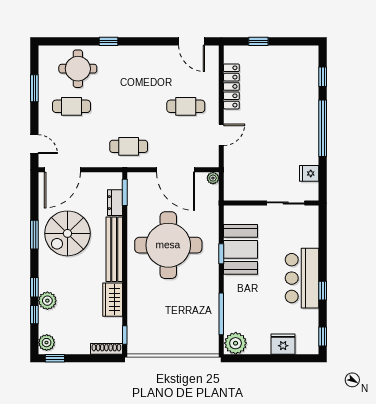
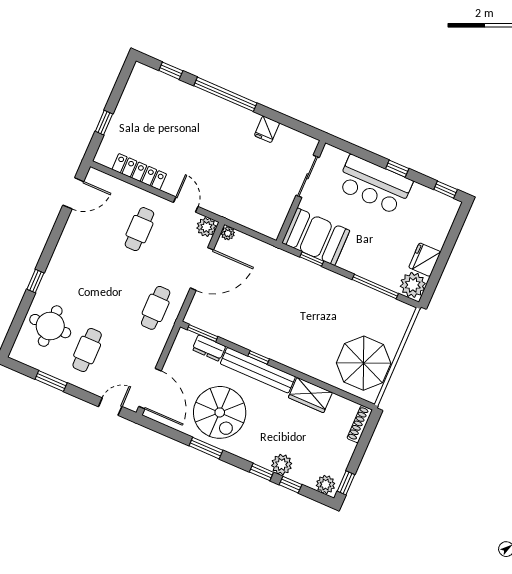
plant: (210, 159) -> (206, 227), added
wall: (271, 203) -> (301, 192), moved
sliding door: (286, 203) -> (308, 176), moved
round table: (168, 245) -> (278, 311), removed
parasol: (156, 331) -> (364, 363), added
window: (125, 335) -> (259, 357), moved
fridge: (283, 344) -> (425, 260), moved

